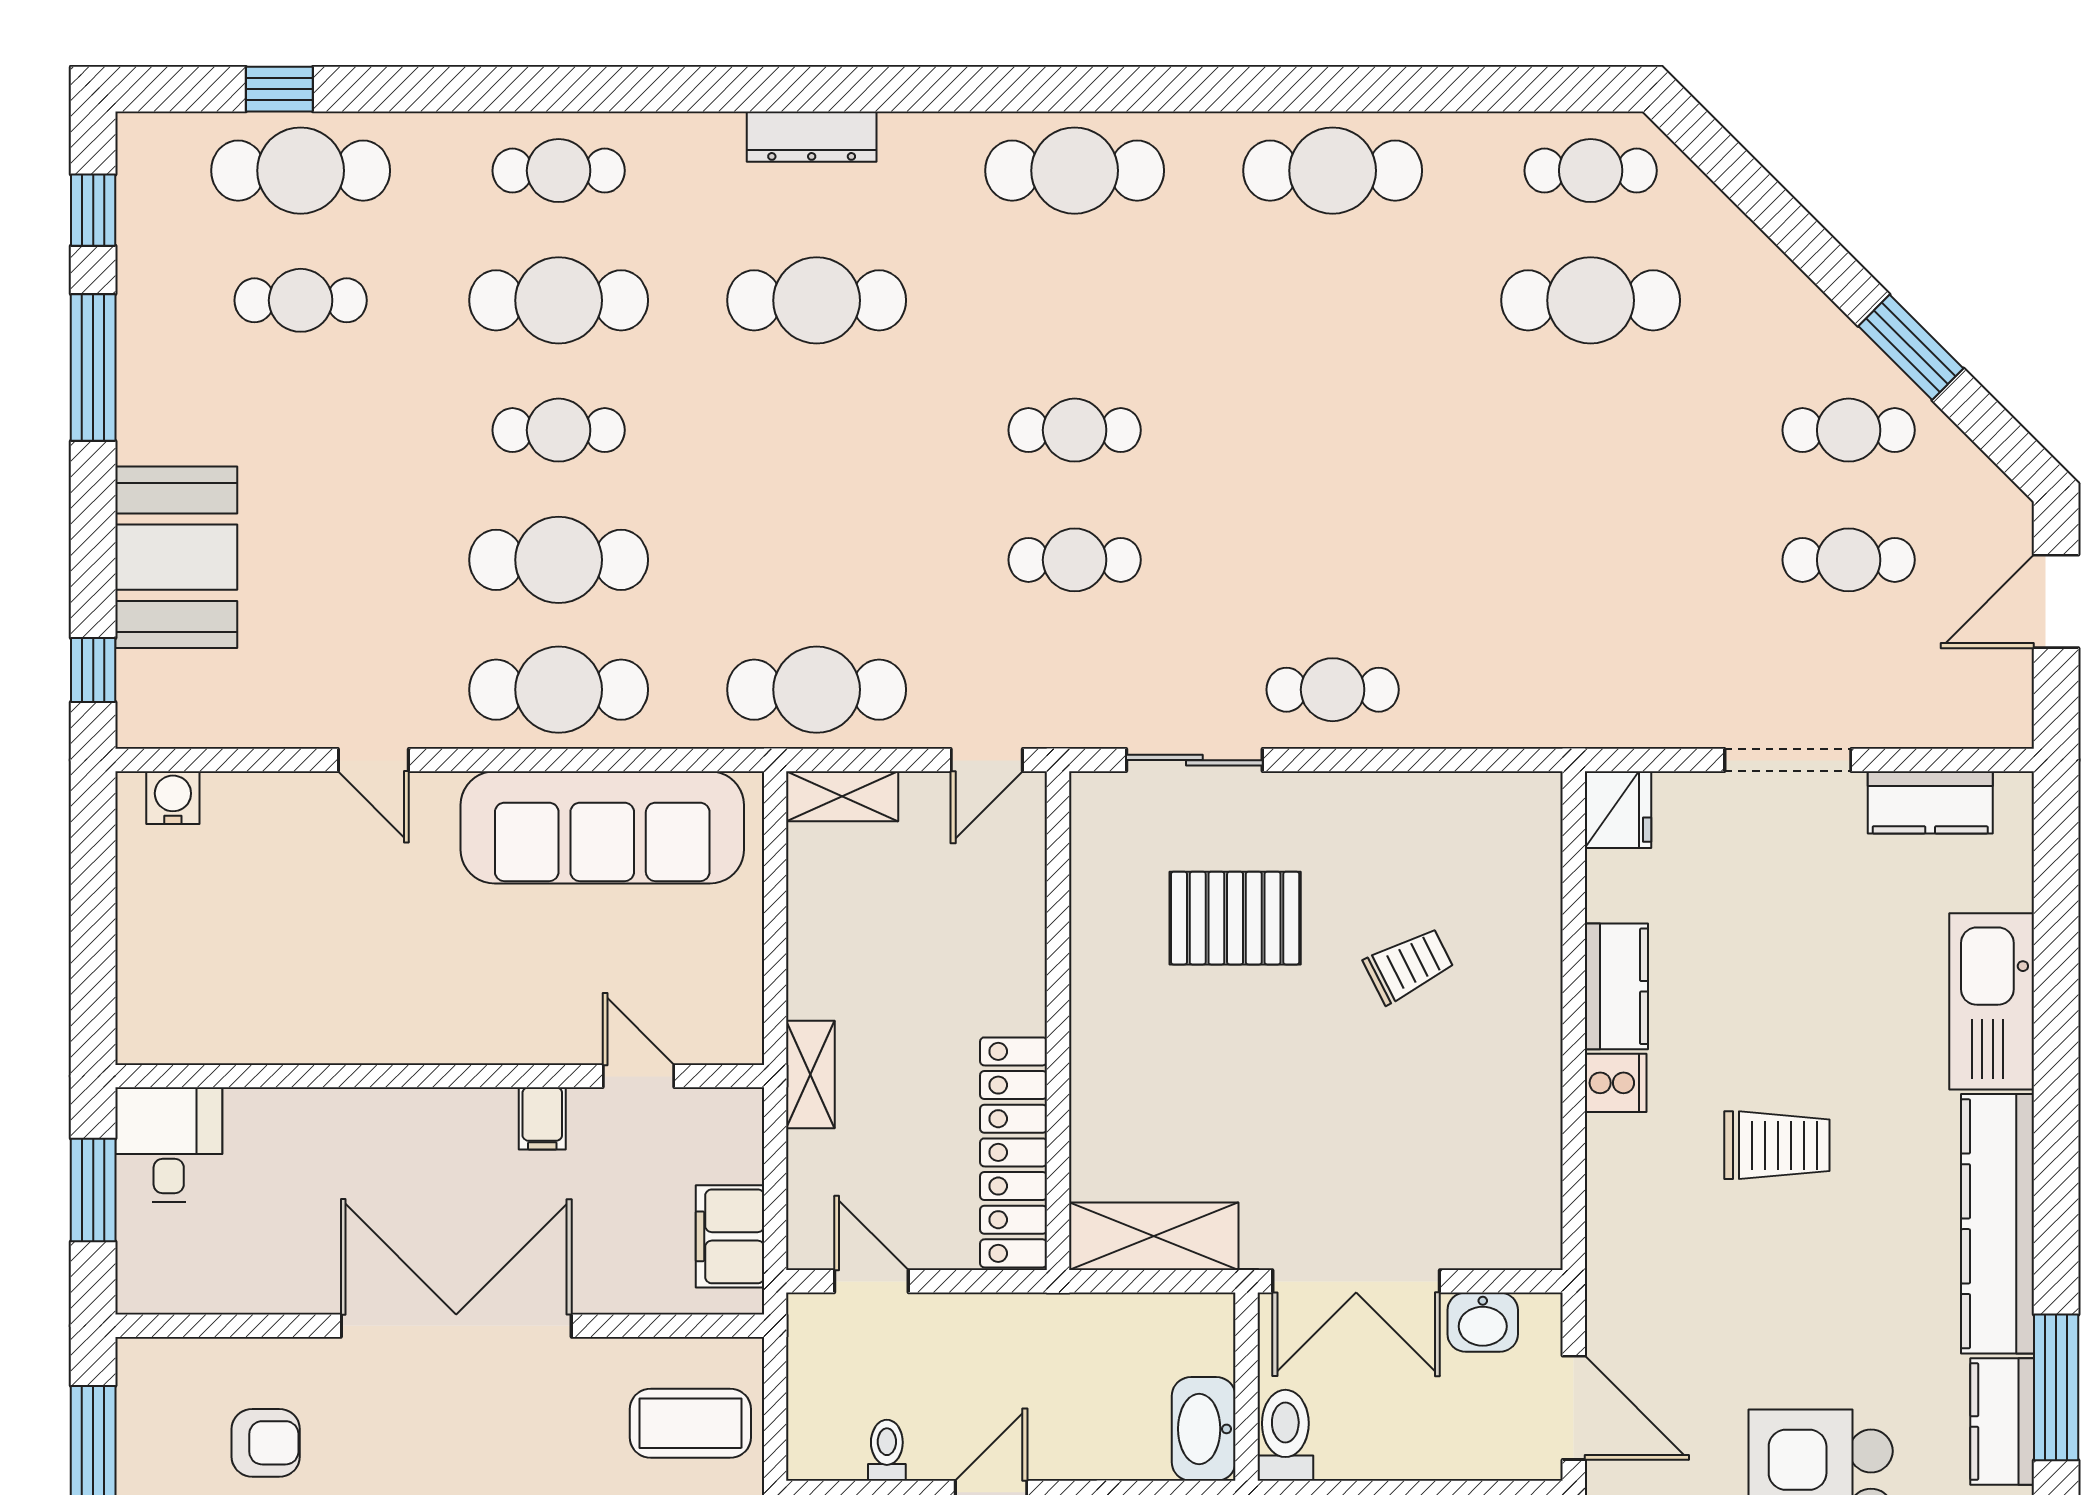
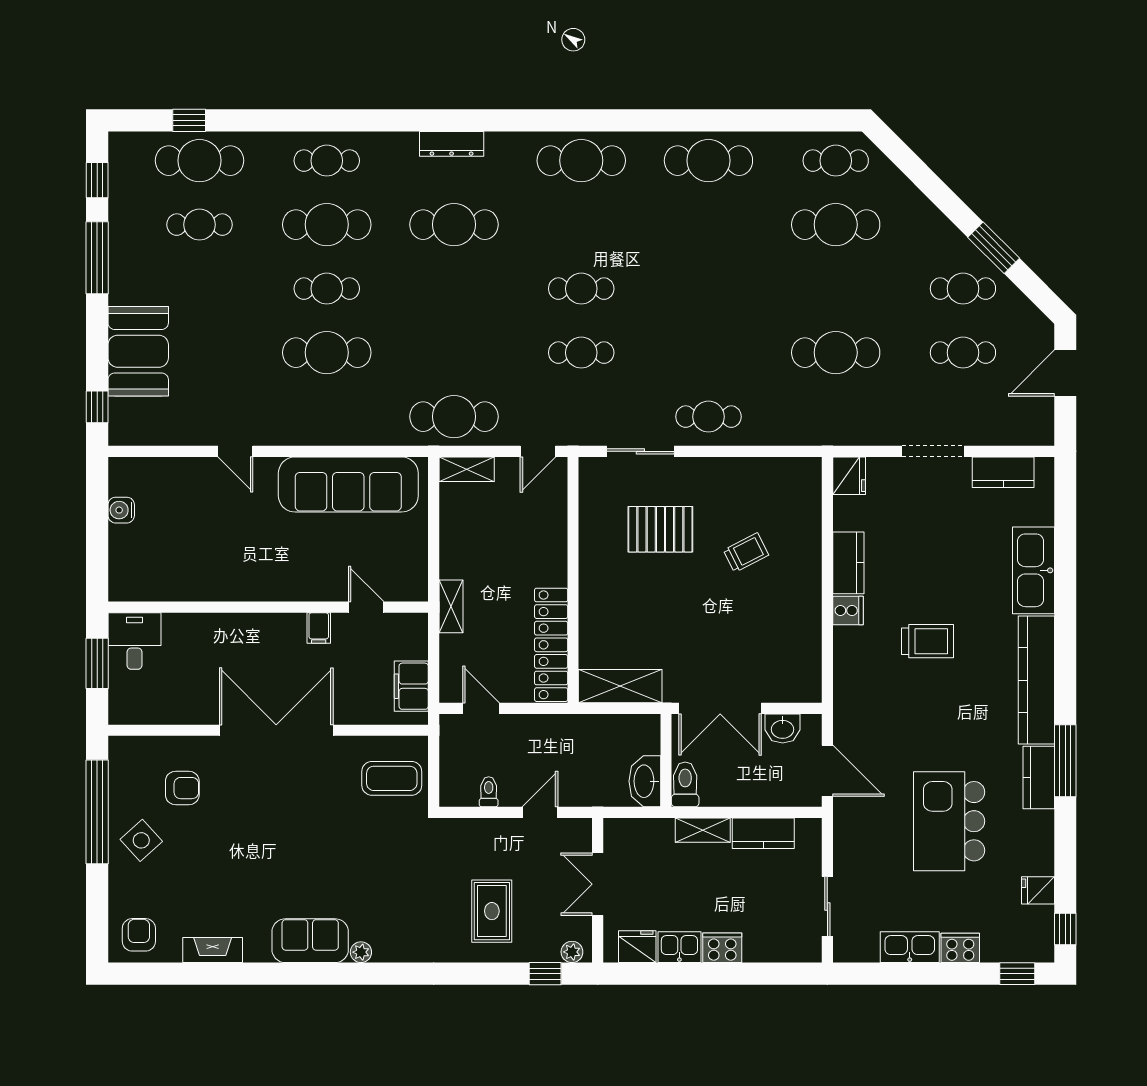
cafe table: (559, 690) -> (836, 353), moved
water cooler: (173, 798) -> (121, 510), moved, turned -90

